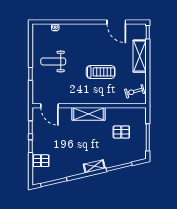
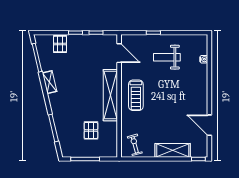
door: (116, 22) -> (209, 125), hinge flipped
weight bench: (53, 61) -> (167, 57), turned -90
treadmill: (101, 72) -> (136, 95), moved
door: (50, 106) -> (119, 53), swing flipped
shelving: (88, 114) -> (110, 95), width x1.47
shelving: (94, 166) -> (50, 82), moved

